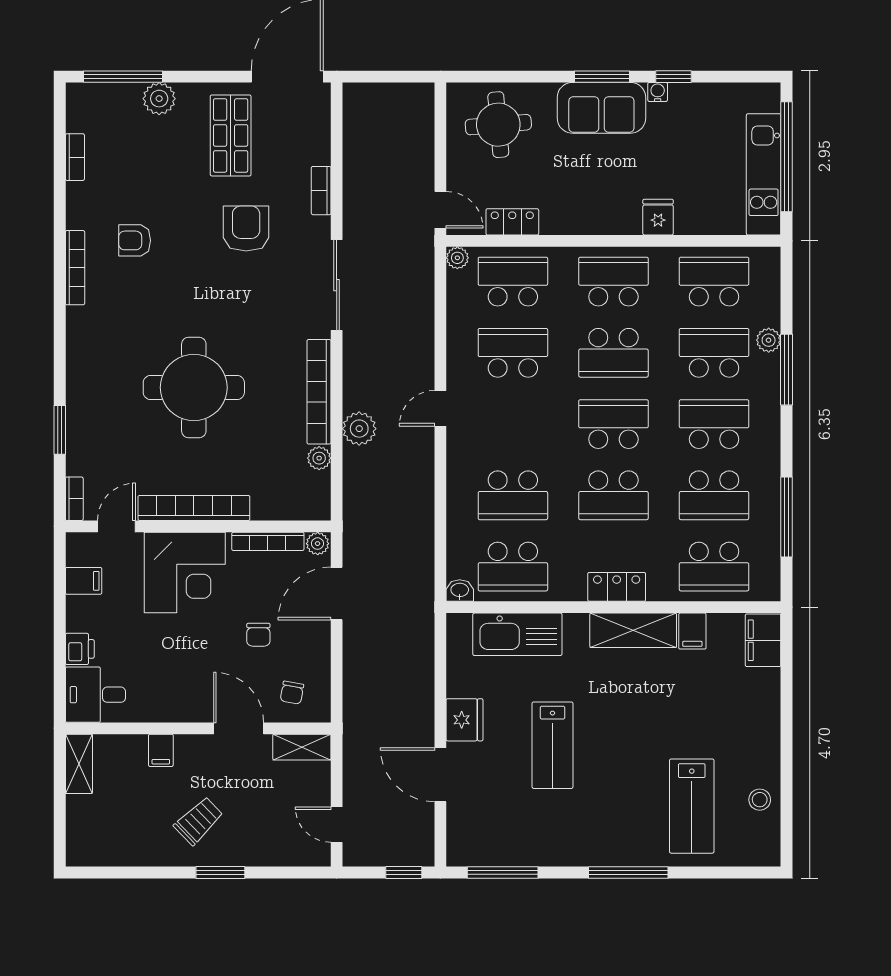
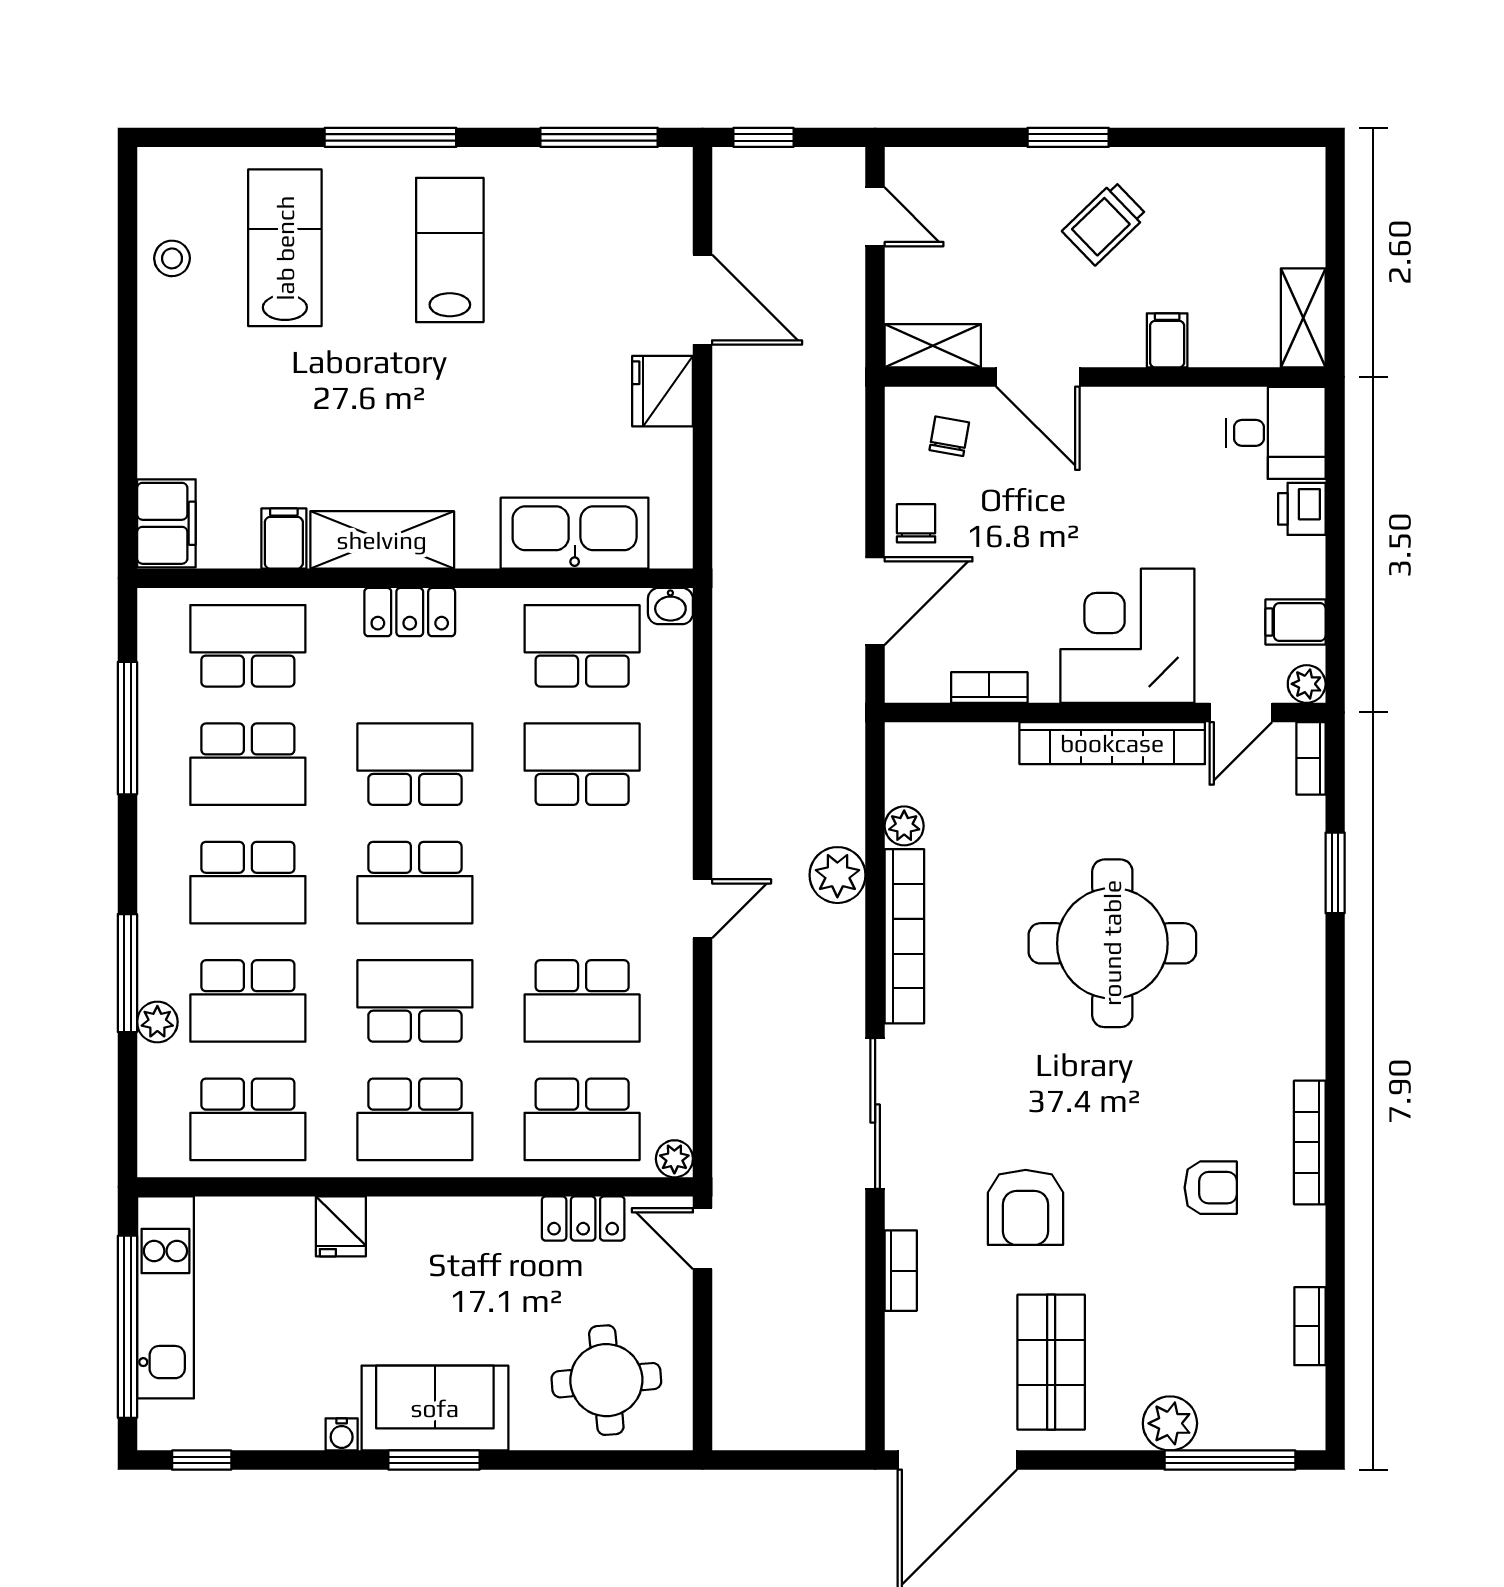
window: (674, 77) -> (202, 1460), moved
school desk: (714, 495) -> (248, 764), turned 180
bookcase: (268, 541) -> (989, 688), width x0.64
plant: (318, 544) -> (1307, 684), moved
chair: (258, 635) -> (916, 523), moved
lab bench: (552, 745) -> (450, 250), moved

